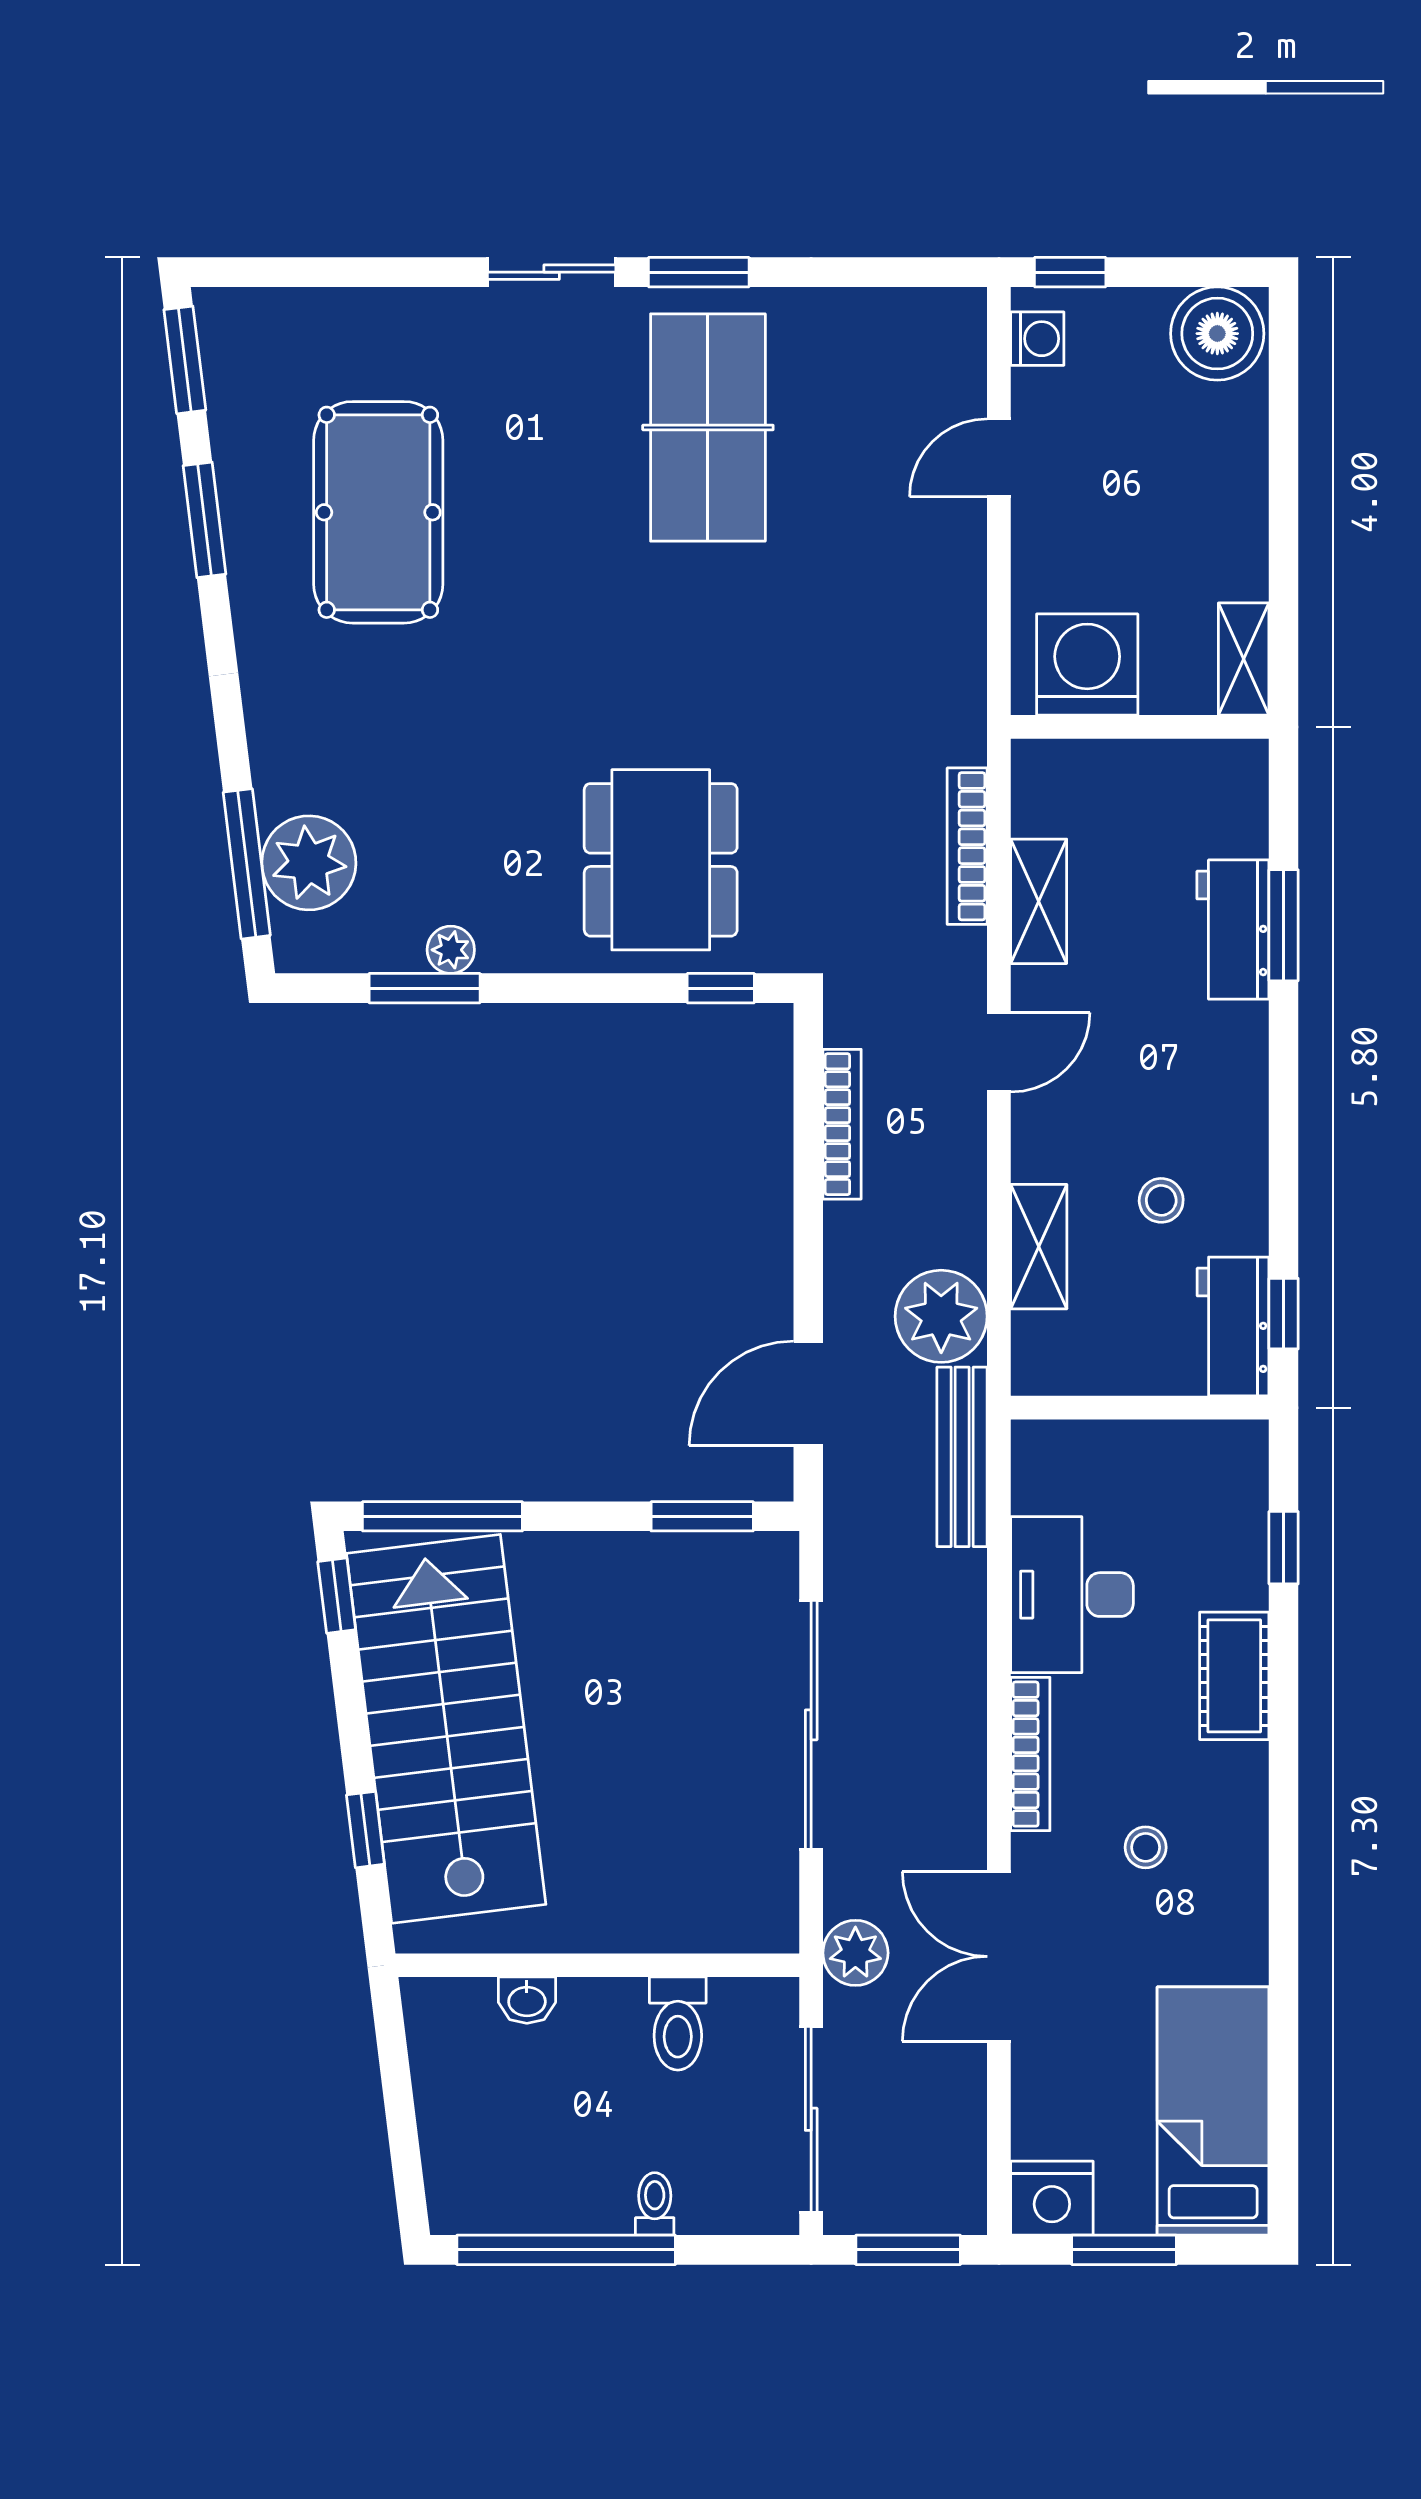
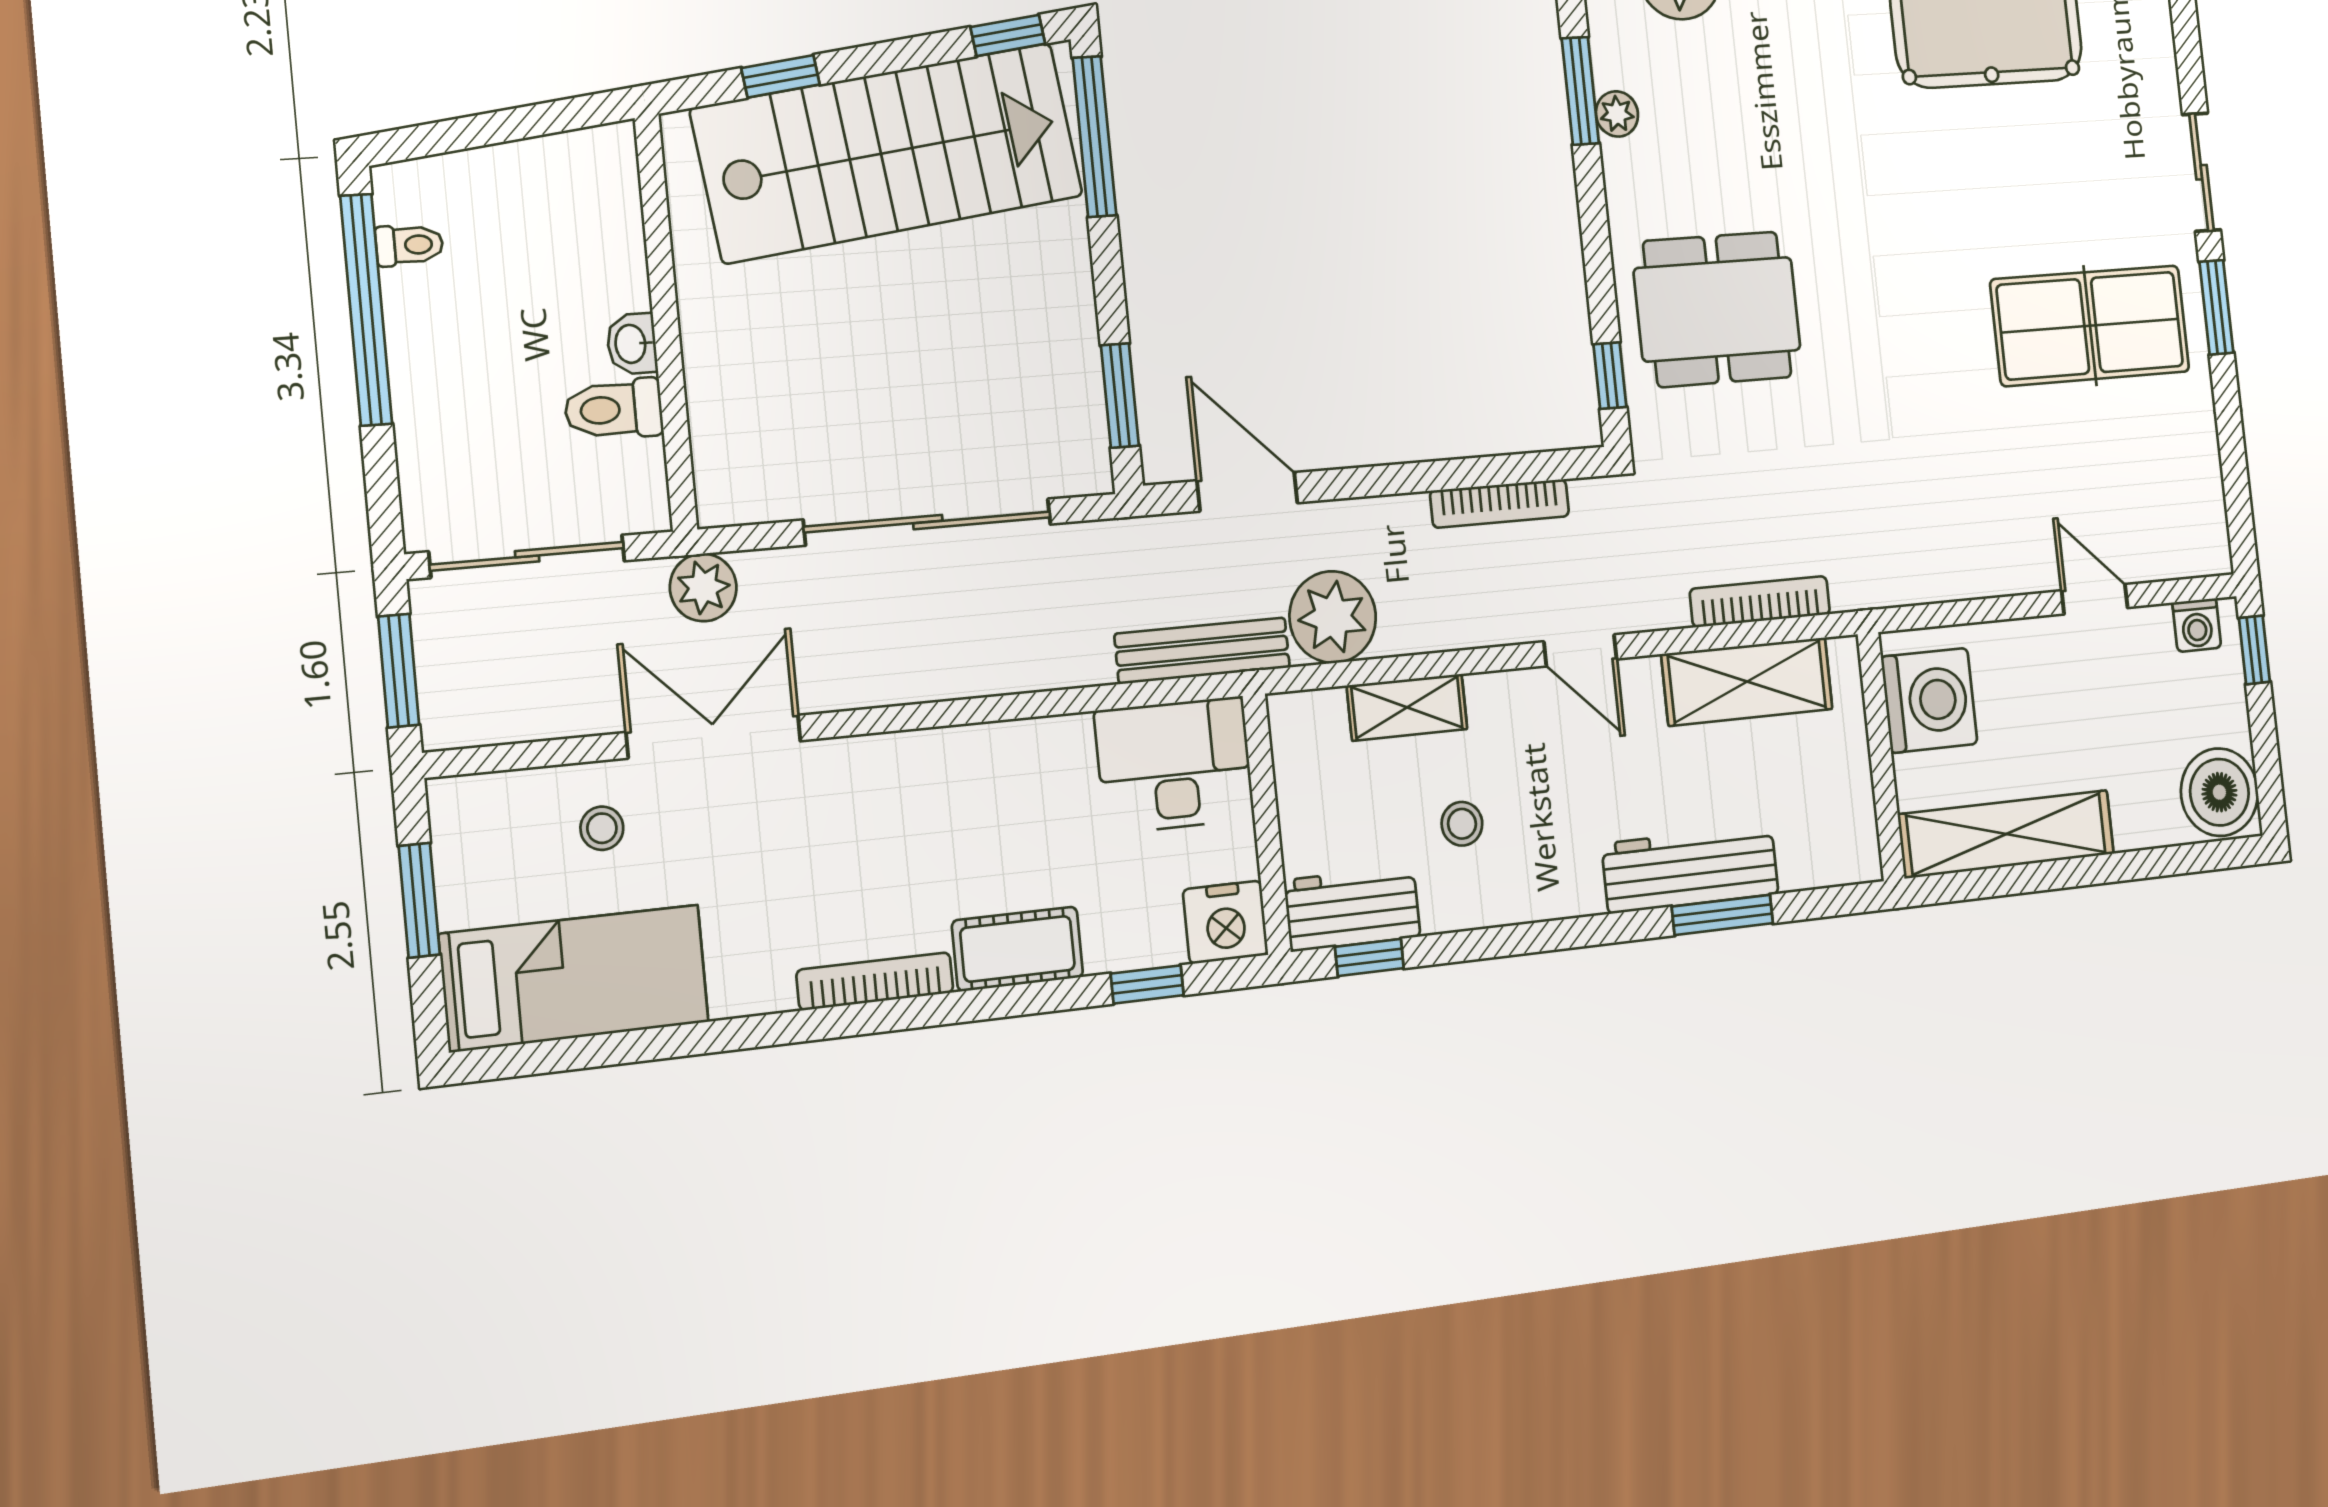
shelving: (1244, 659) -> (2006, 834), width x2.20, depth x1.33
shelving: (1039, 901) -> (1747, 682), width x1.50, depth x1.33
workbench: (1233, 930) -> (1690, 869), width x1.38
desk: (1072, 1595) -> (1174, 765), moved
bookcase: (1030, 1754) -> (875, 981), moved, turned 180
stool: (1146, 1847) -> (602, 828), moved
washbasin: (527, 2000) -> (632, 344), moved
nightstand: (1052, 2198) -> (1225, 922), moved, turned -90
toilet: (655, 2204) -> (409, 245), moved

